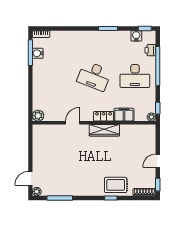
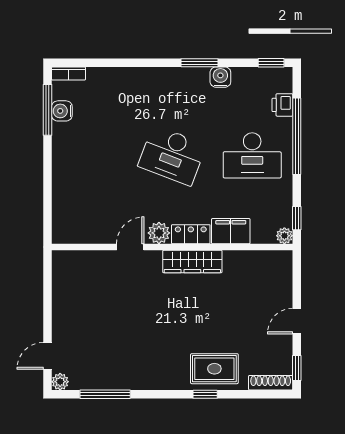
water cooler: (136, 36) -> (220, 77), moved
plant: (38, 116) -> (159, 233), moved

